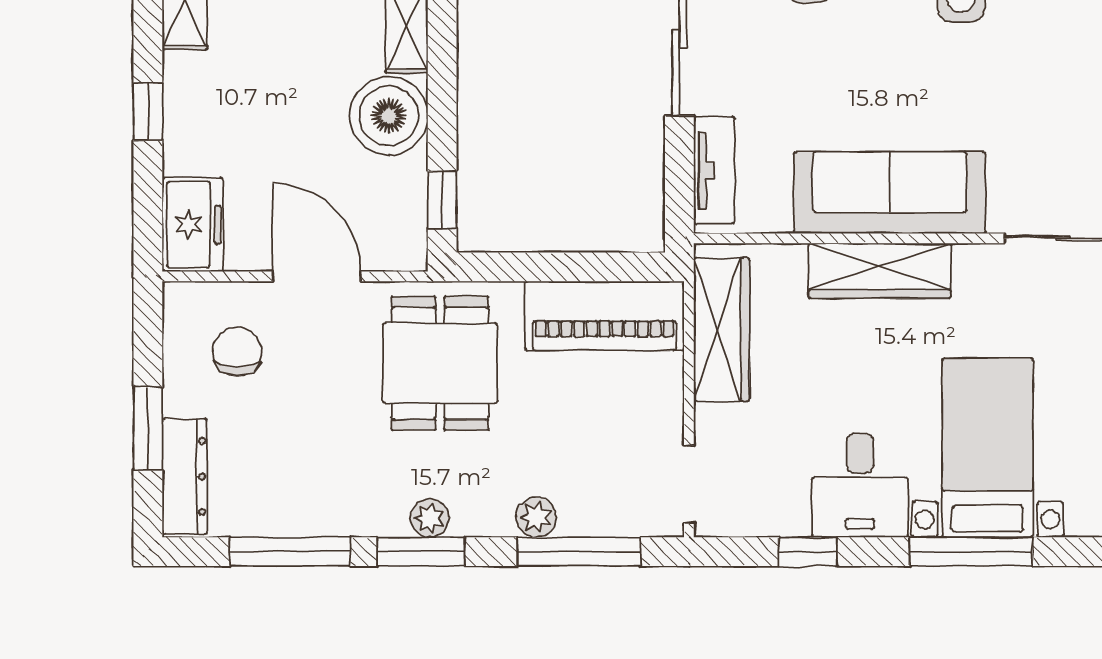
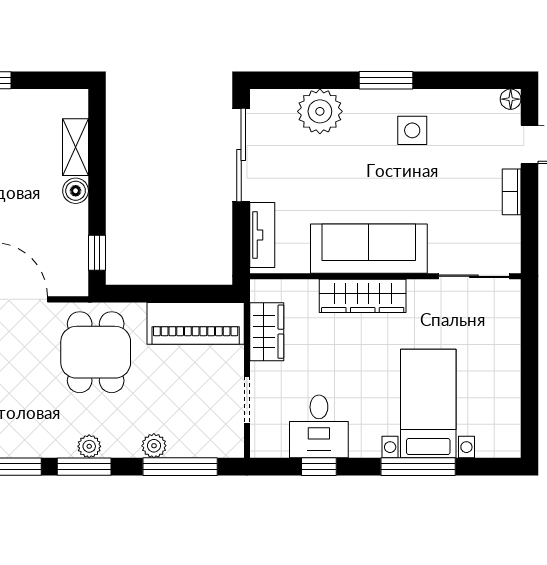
boiler: (389, 116) -> (76, 191), width x0.54, depth x0.54
wardrobe: (722, 329) -> (267, 332), width x0.67
doorway: (689, 484) -> (247, 400), moved
desk: (860, 486) -> (319, 426), moved

